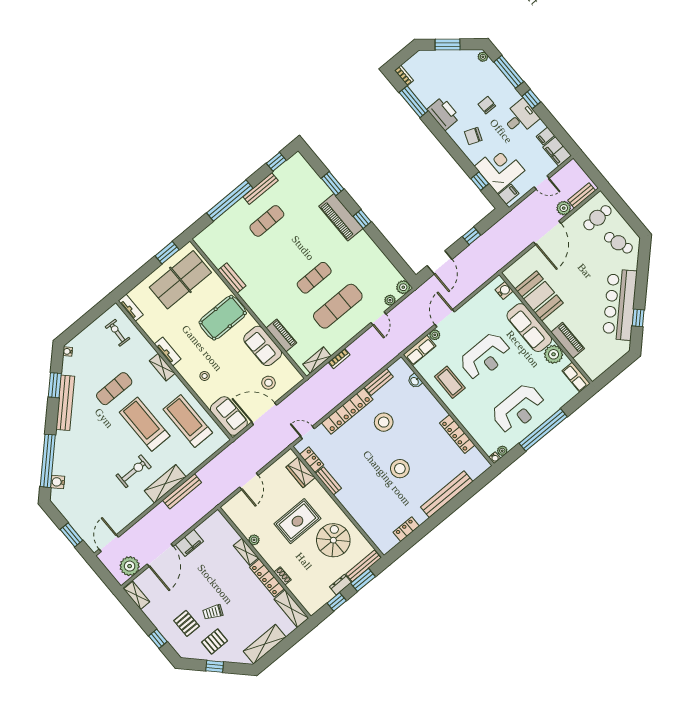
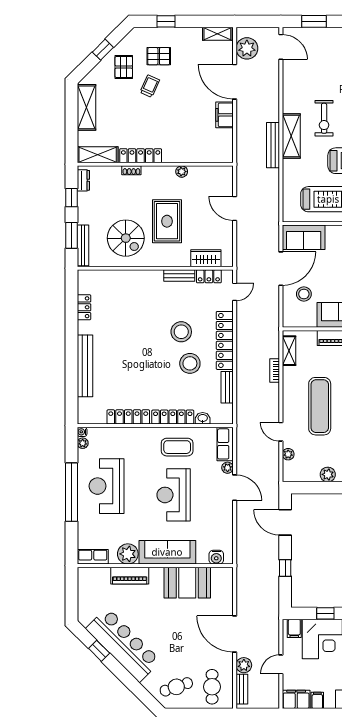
plant: (403, 287) -> (328, 474), moved
locker: (431, 403) -> (173, 417), added
stool: (400, 469) -> (181, 332), moved
shelving: (246, 552) -> (177, 156), removed
dresser: (340, 585) -> (83, 180), moved

